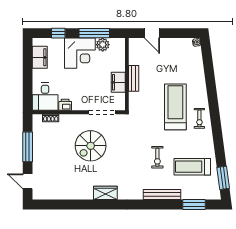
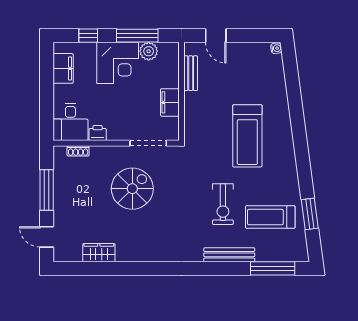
bench: (134, 78) -> (191, 73), moved
treadmill: (175, 107) -> (247, 136), turned 180
exercise bike: (199, 118) -> (280, 151), removed
spiral stairs: (91, 146) -> (132, 189), turned 180
exercise bike: (157, 157) -> (223, 204), width x1.38, depth x1.39
window: (223, 178) -> (310, 214), moved
wardrobe: (105, 193) -> (99, 253), moved
window: (194, 204) -> (273, 268), width x1.44

